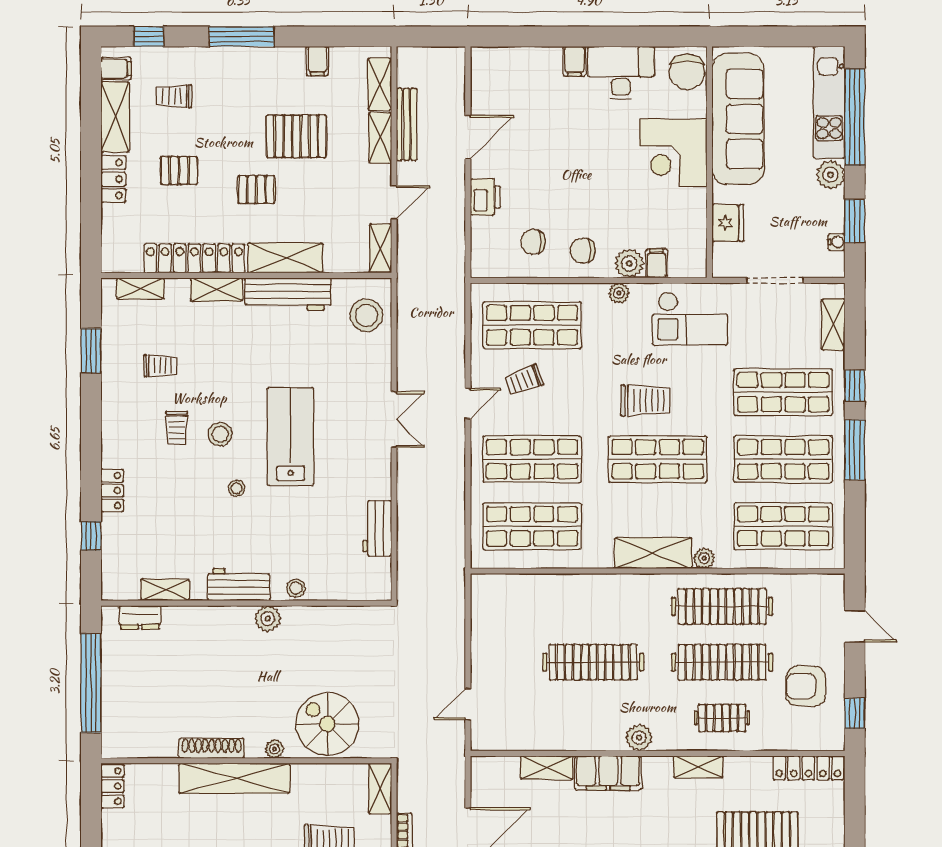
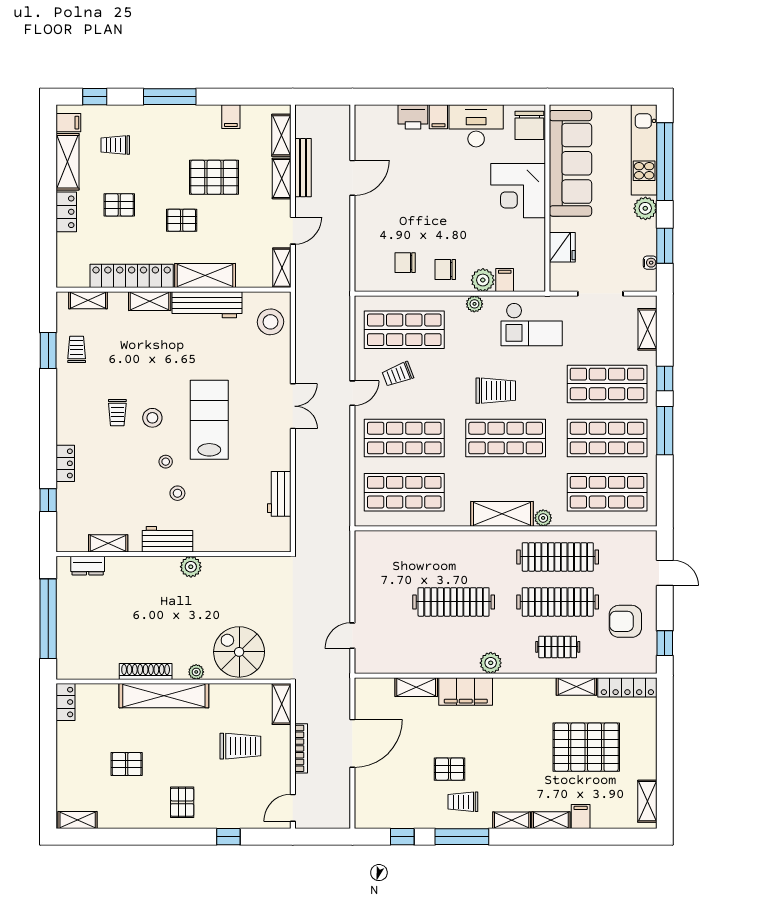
printer: (485, 197) -> (413, 117), moved, turned 90
trolley: (161, 366) -> (77, 349), moved, turned -90
stool: (296, 588) -> (177, 493), moved
shelving: (698, 767) -> (576, 687), moved

